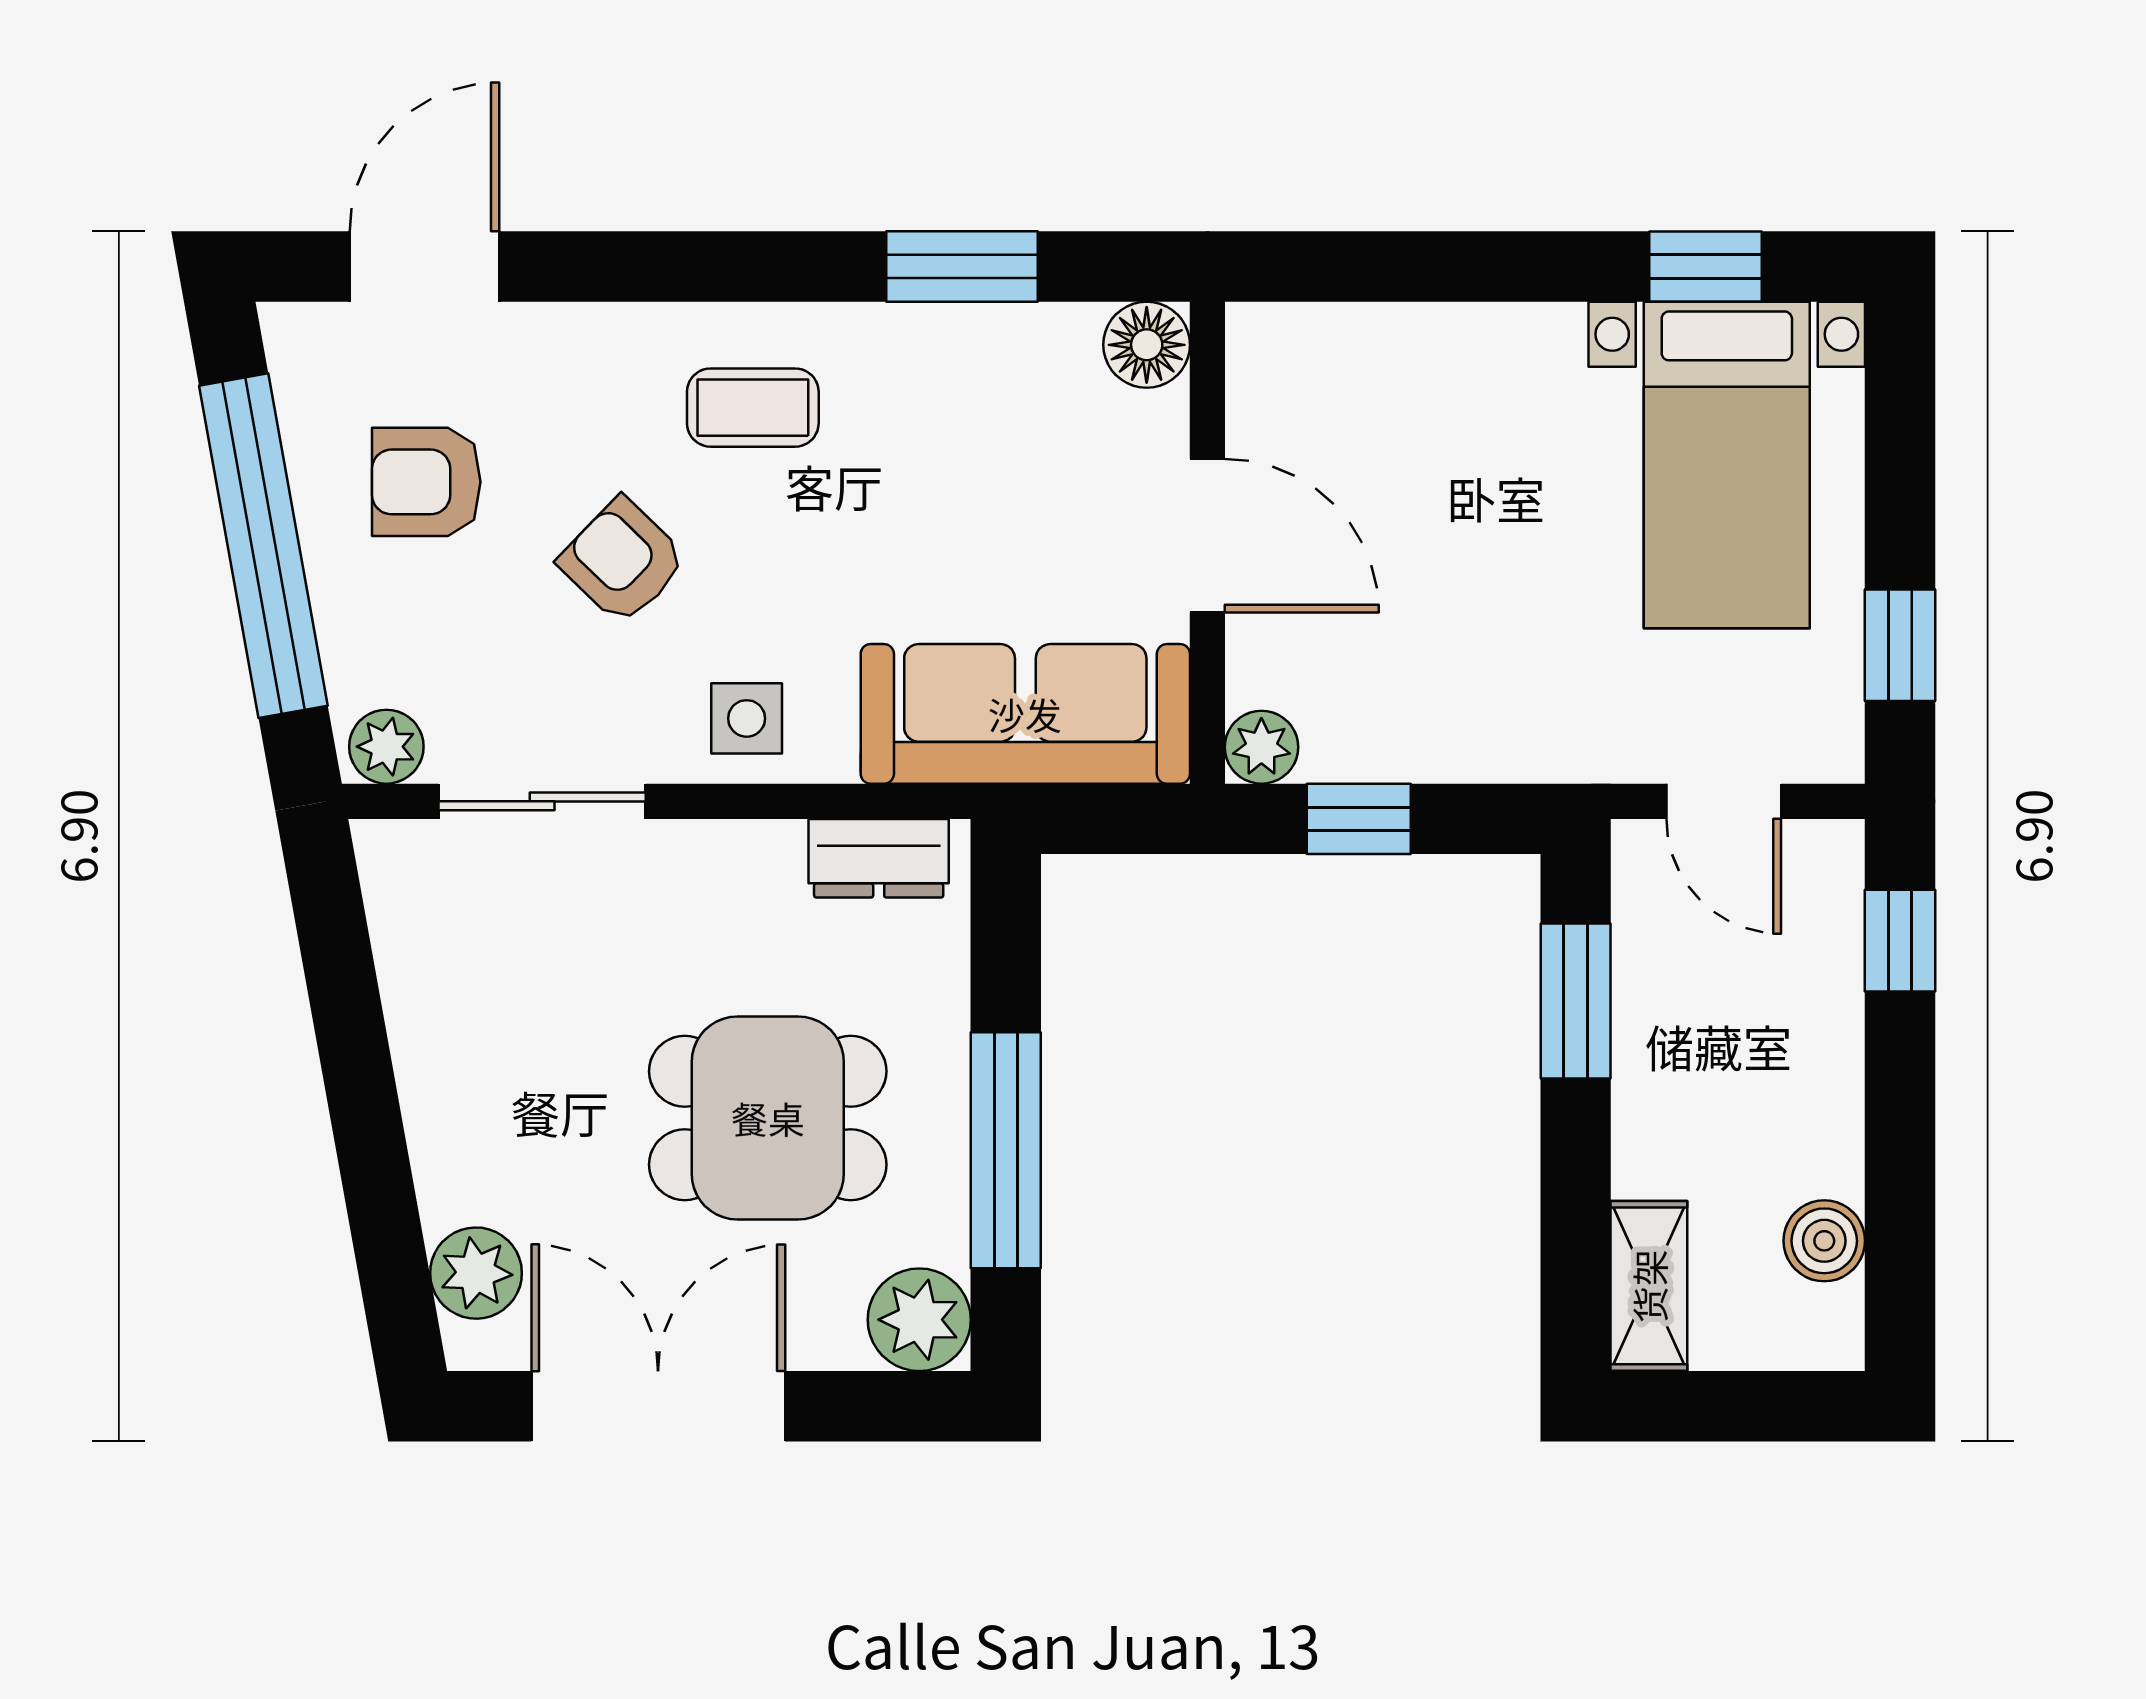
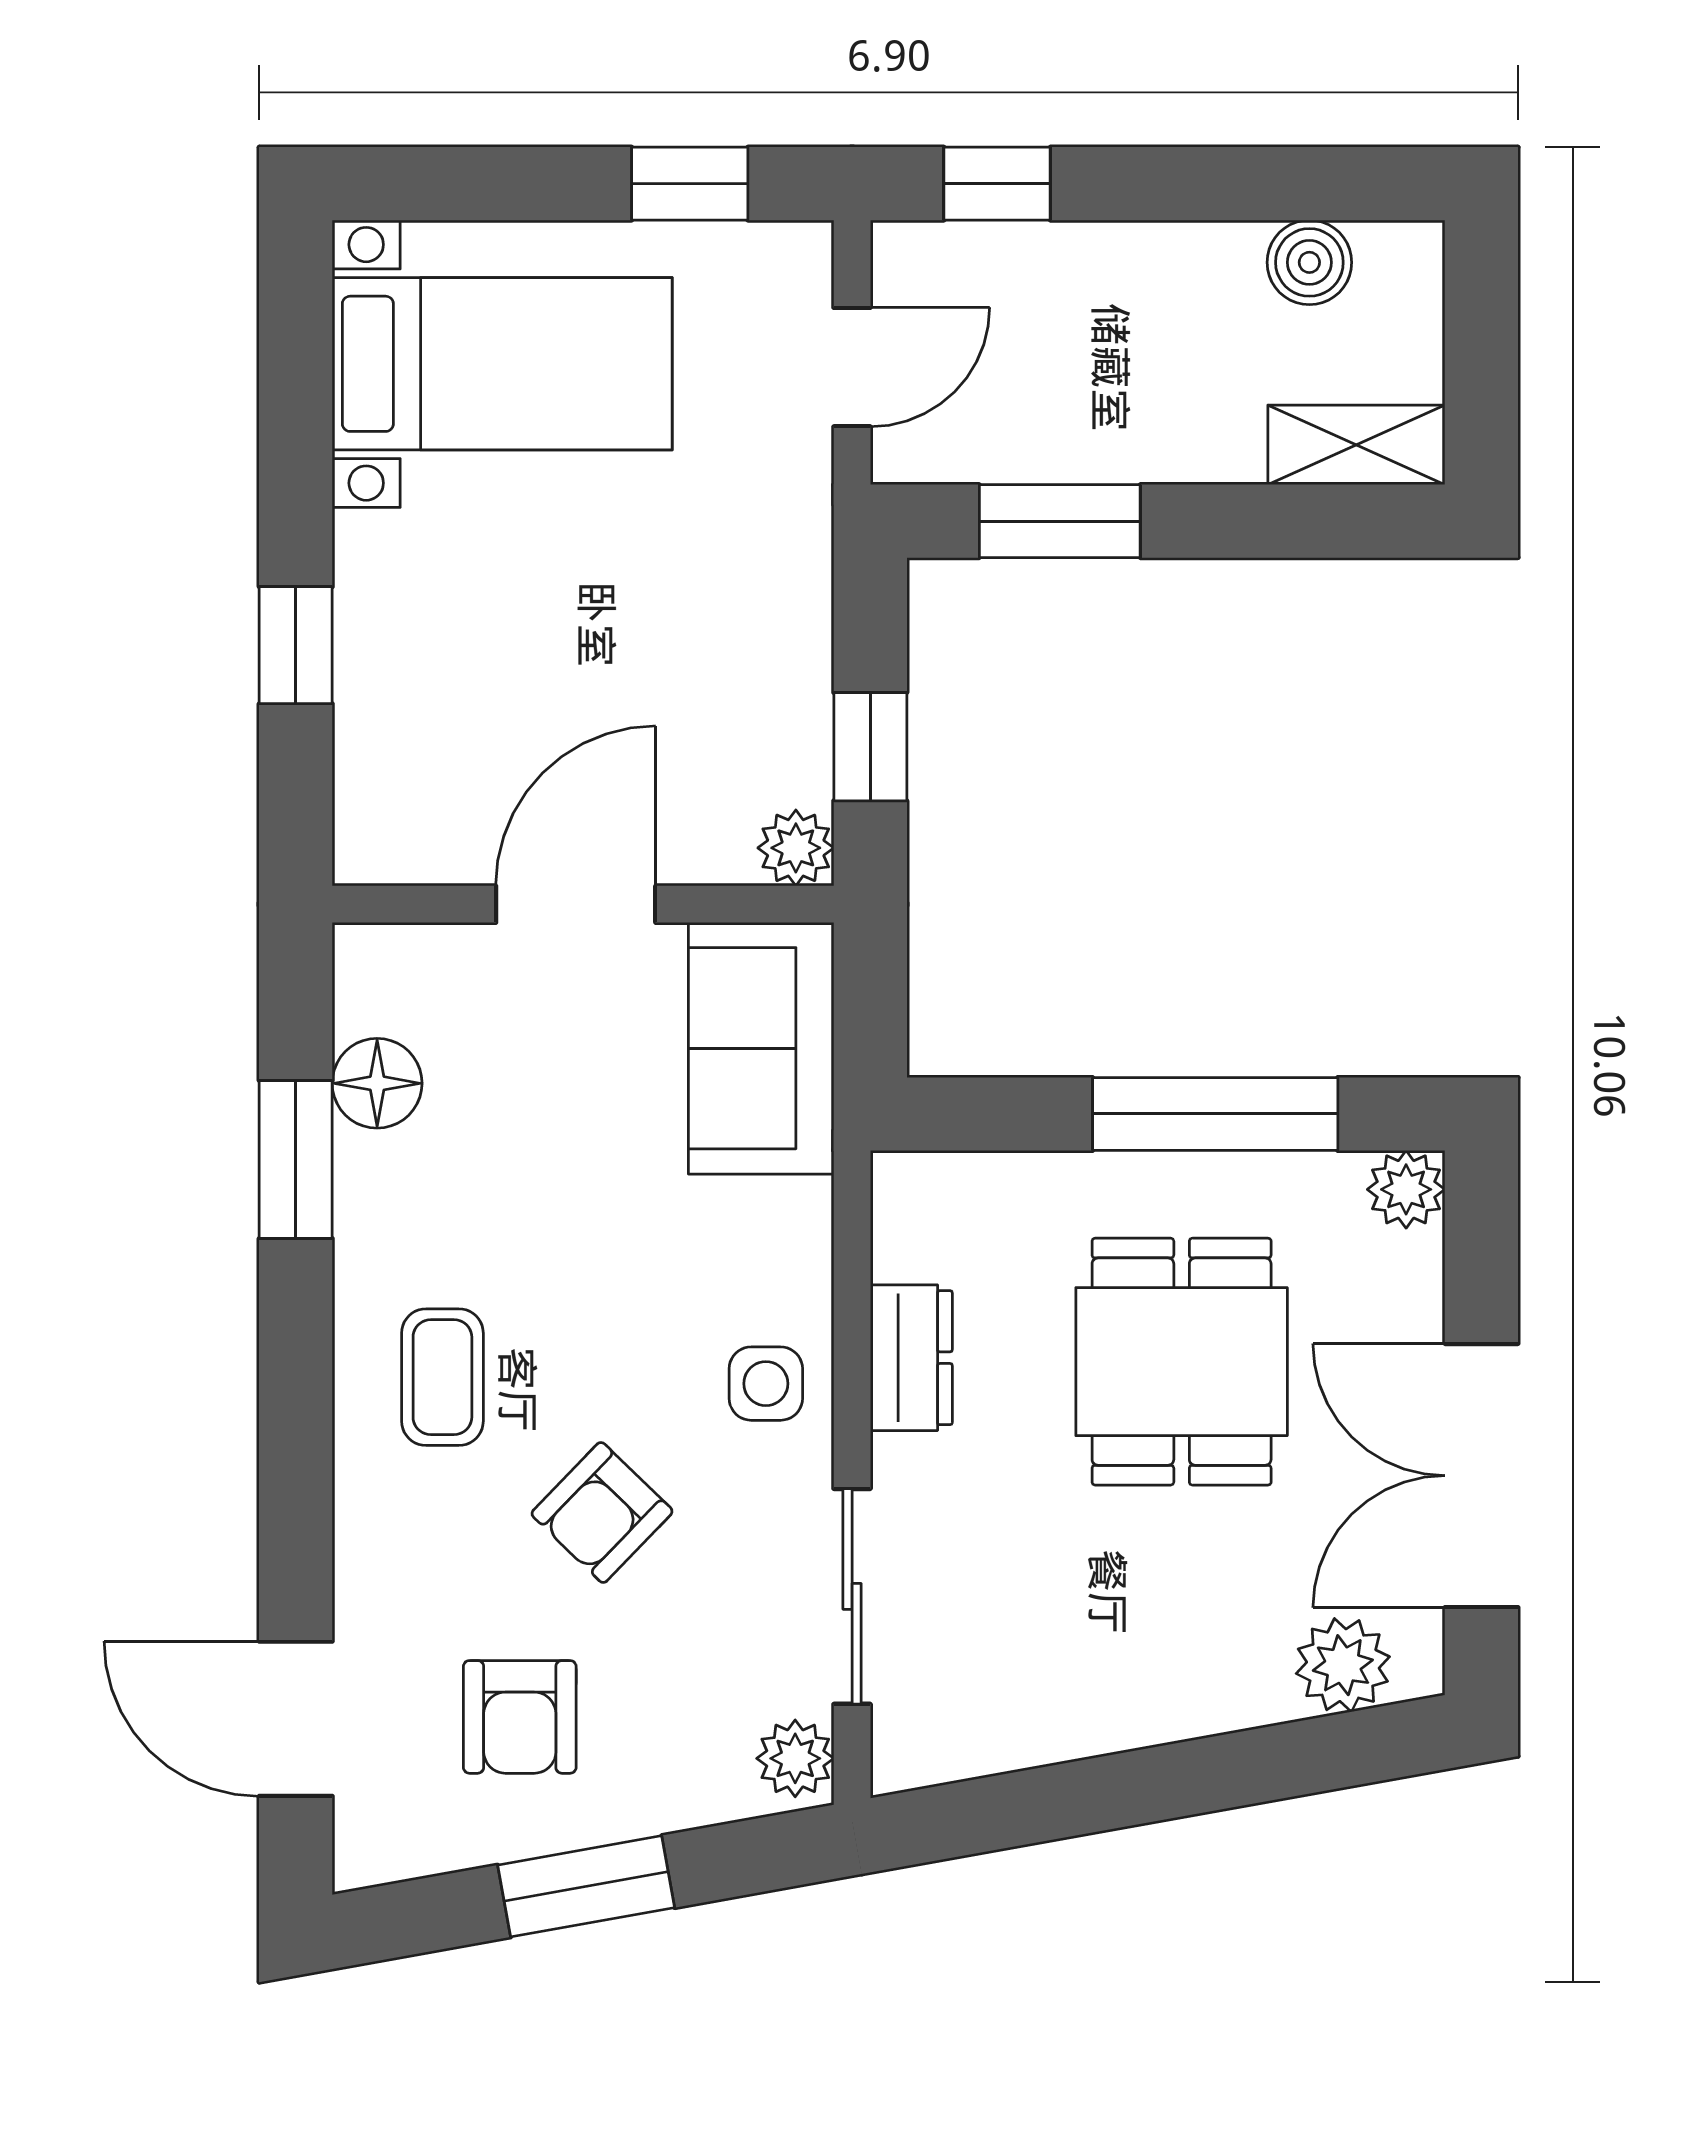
window: (1706, 267) -> (296, 645), moved
floor lamp: (1147, 345) -> (377, 1083), moved
window: (263, 546) -> (586, 1886), width x0.47
sofa: (1025, 714) -> (761, 1048), width x0.73
dresser: (879, 858) -> (911, 1358), moved
plant: (919, 1320) -> (1406, 1189), width x0.73, depth x0.73

